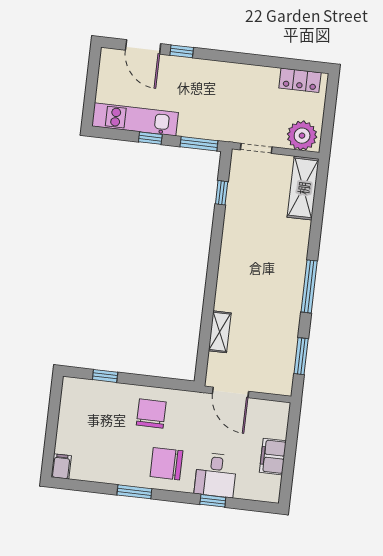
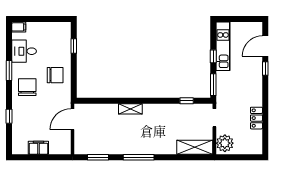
locker: (300, 80) -> (256, 118), moved
shelving: (220, 332) -> (130, 109), moved
desk: (216, 475) -> (24, 51), moved

